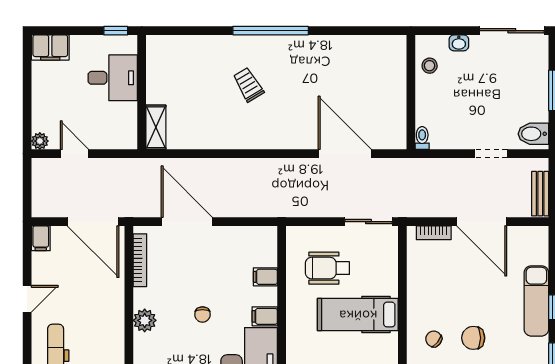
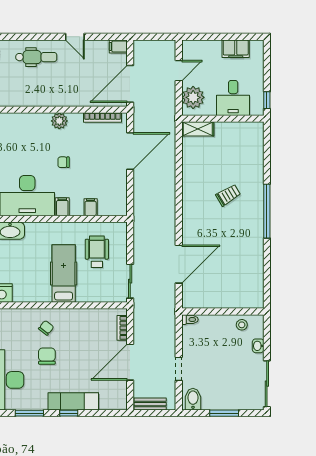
filing cabinet: (50, 48) -> (236, 49), moved, turned -90
plant: (40, 141) -> (193, 97), moved, width x1.88, depth x1.88

